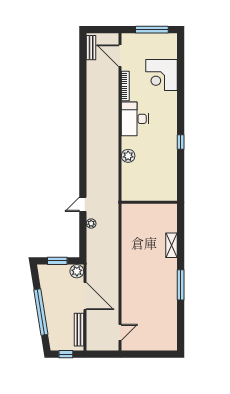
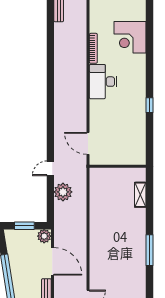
door: (120, 56) -> (88, 143), moved
plant: (128, 156) -> (96, 119), removed
plant: (91, 224) -> (63, 192), width x1.87, depth x1.87
shelving: (171, 245) -> (140, 195), moved

